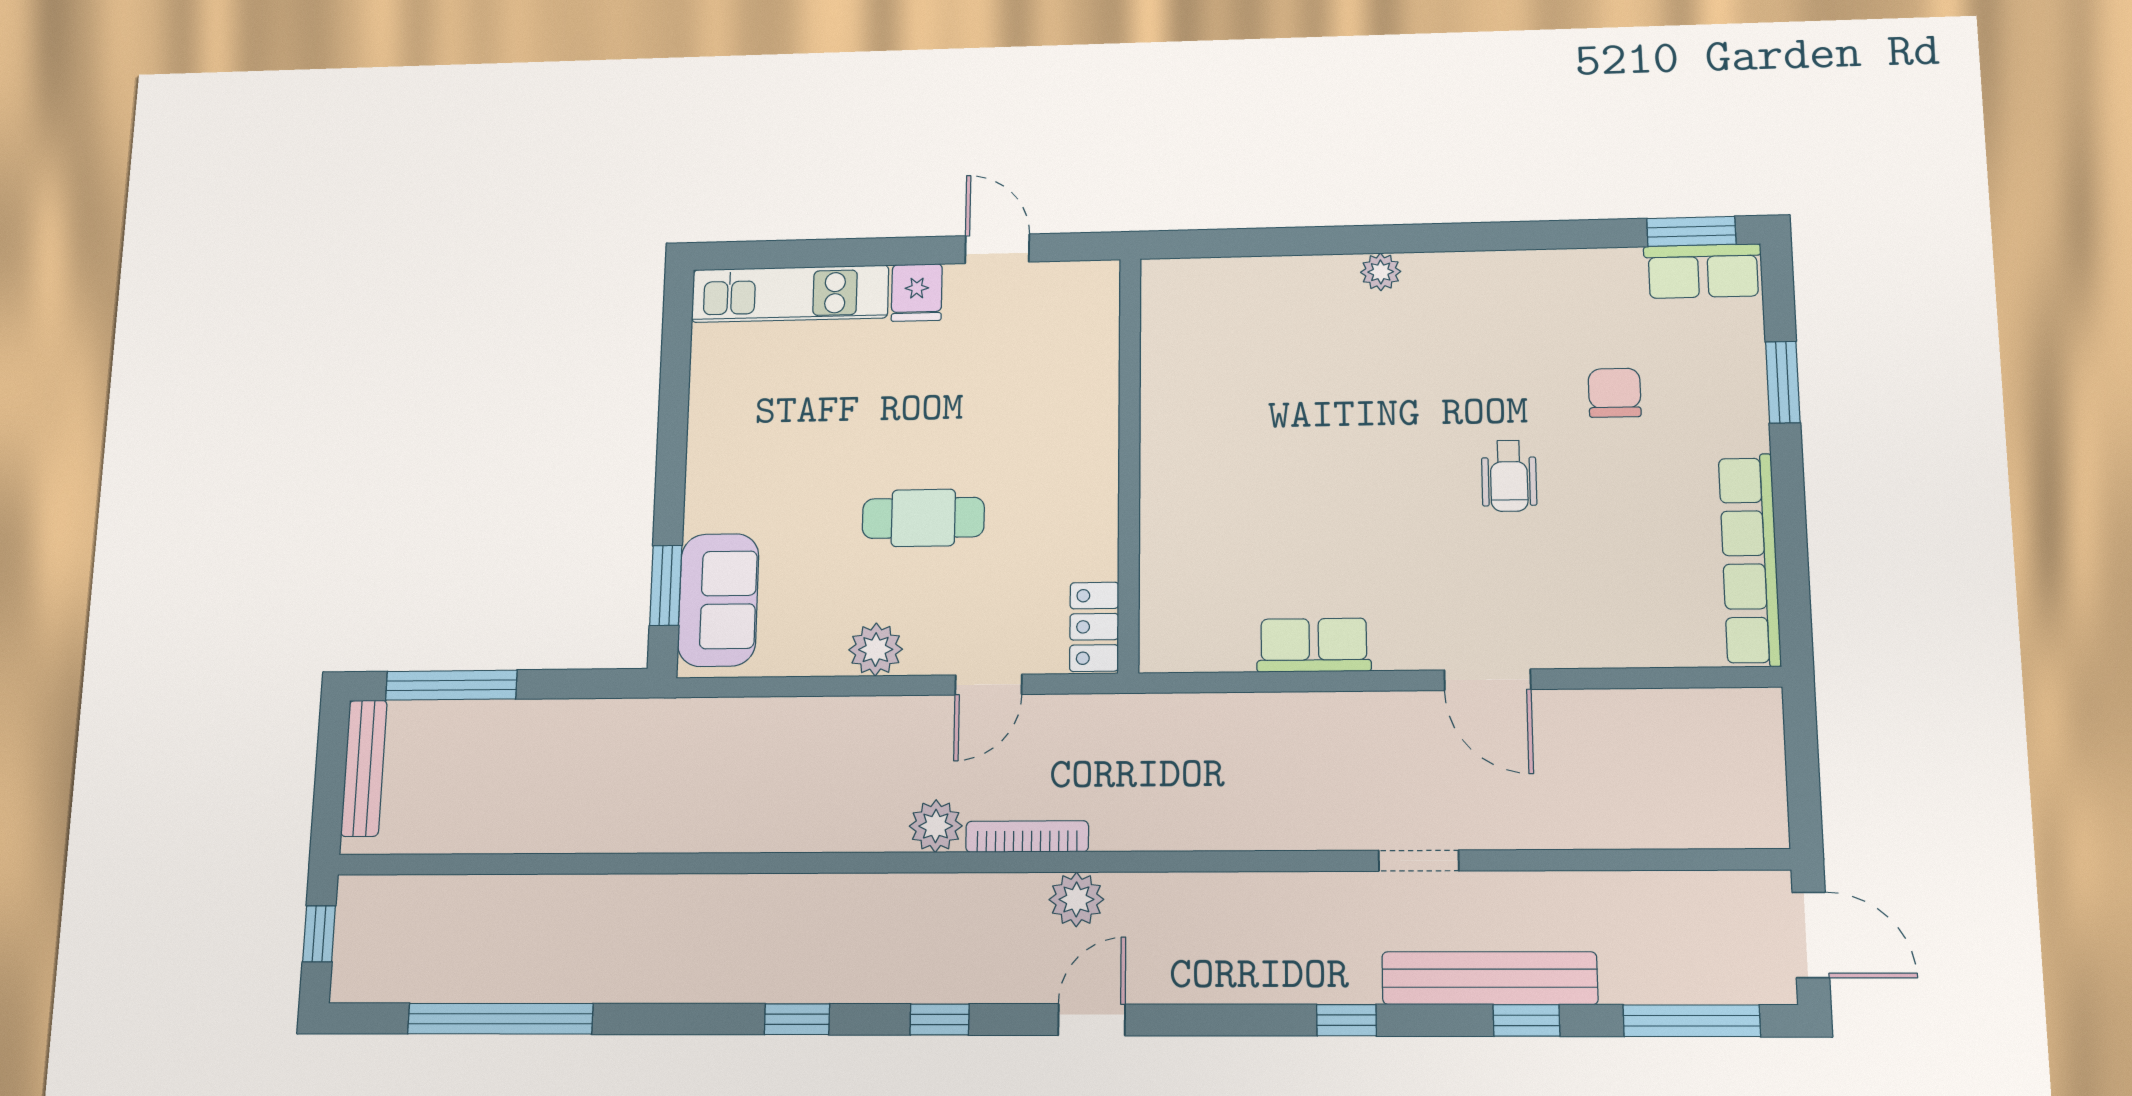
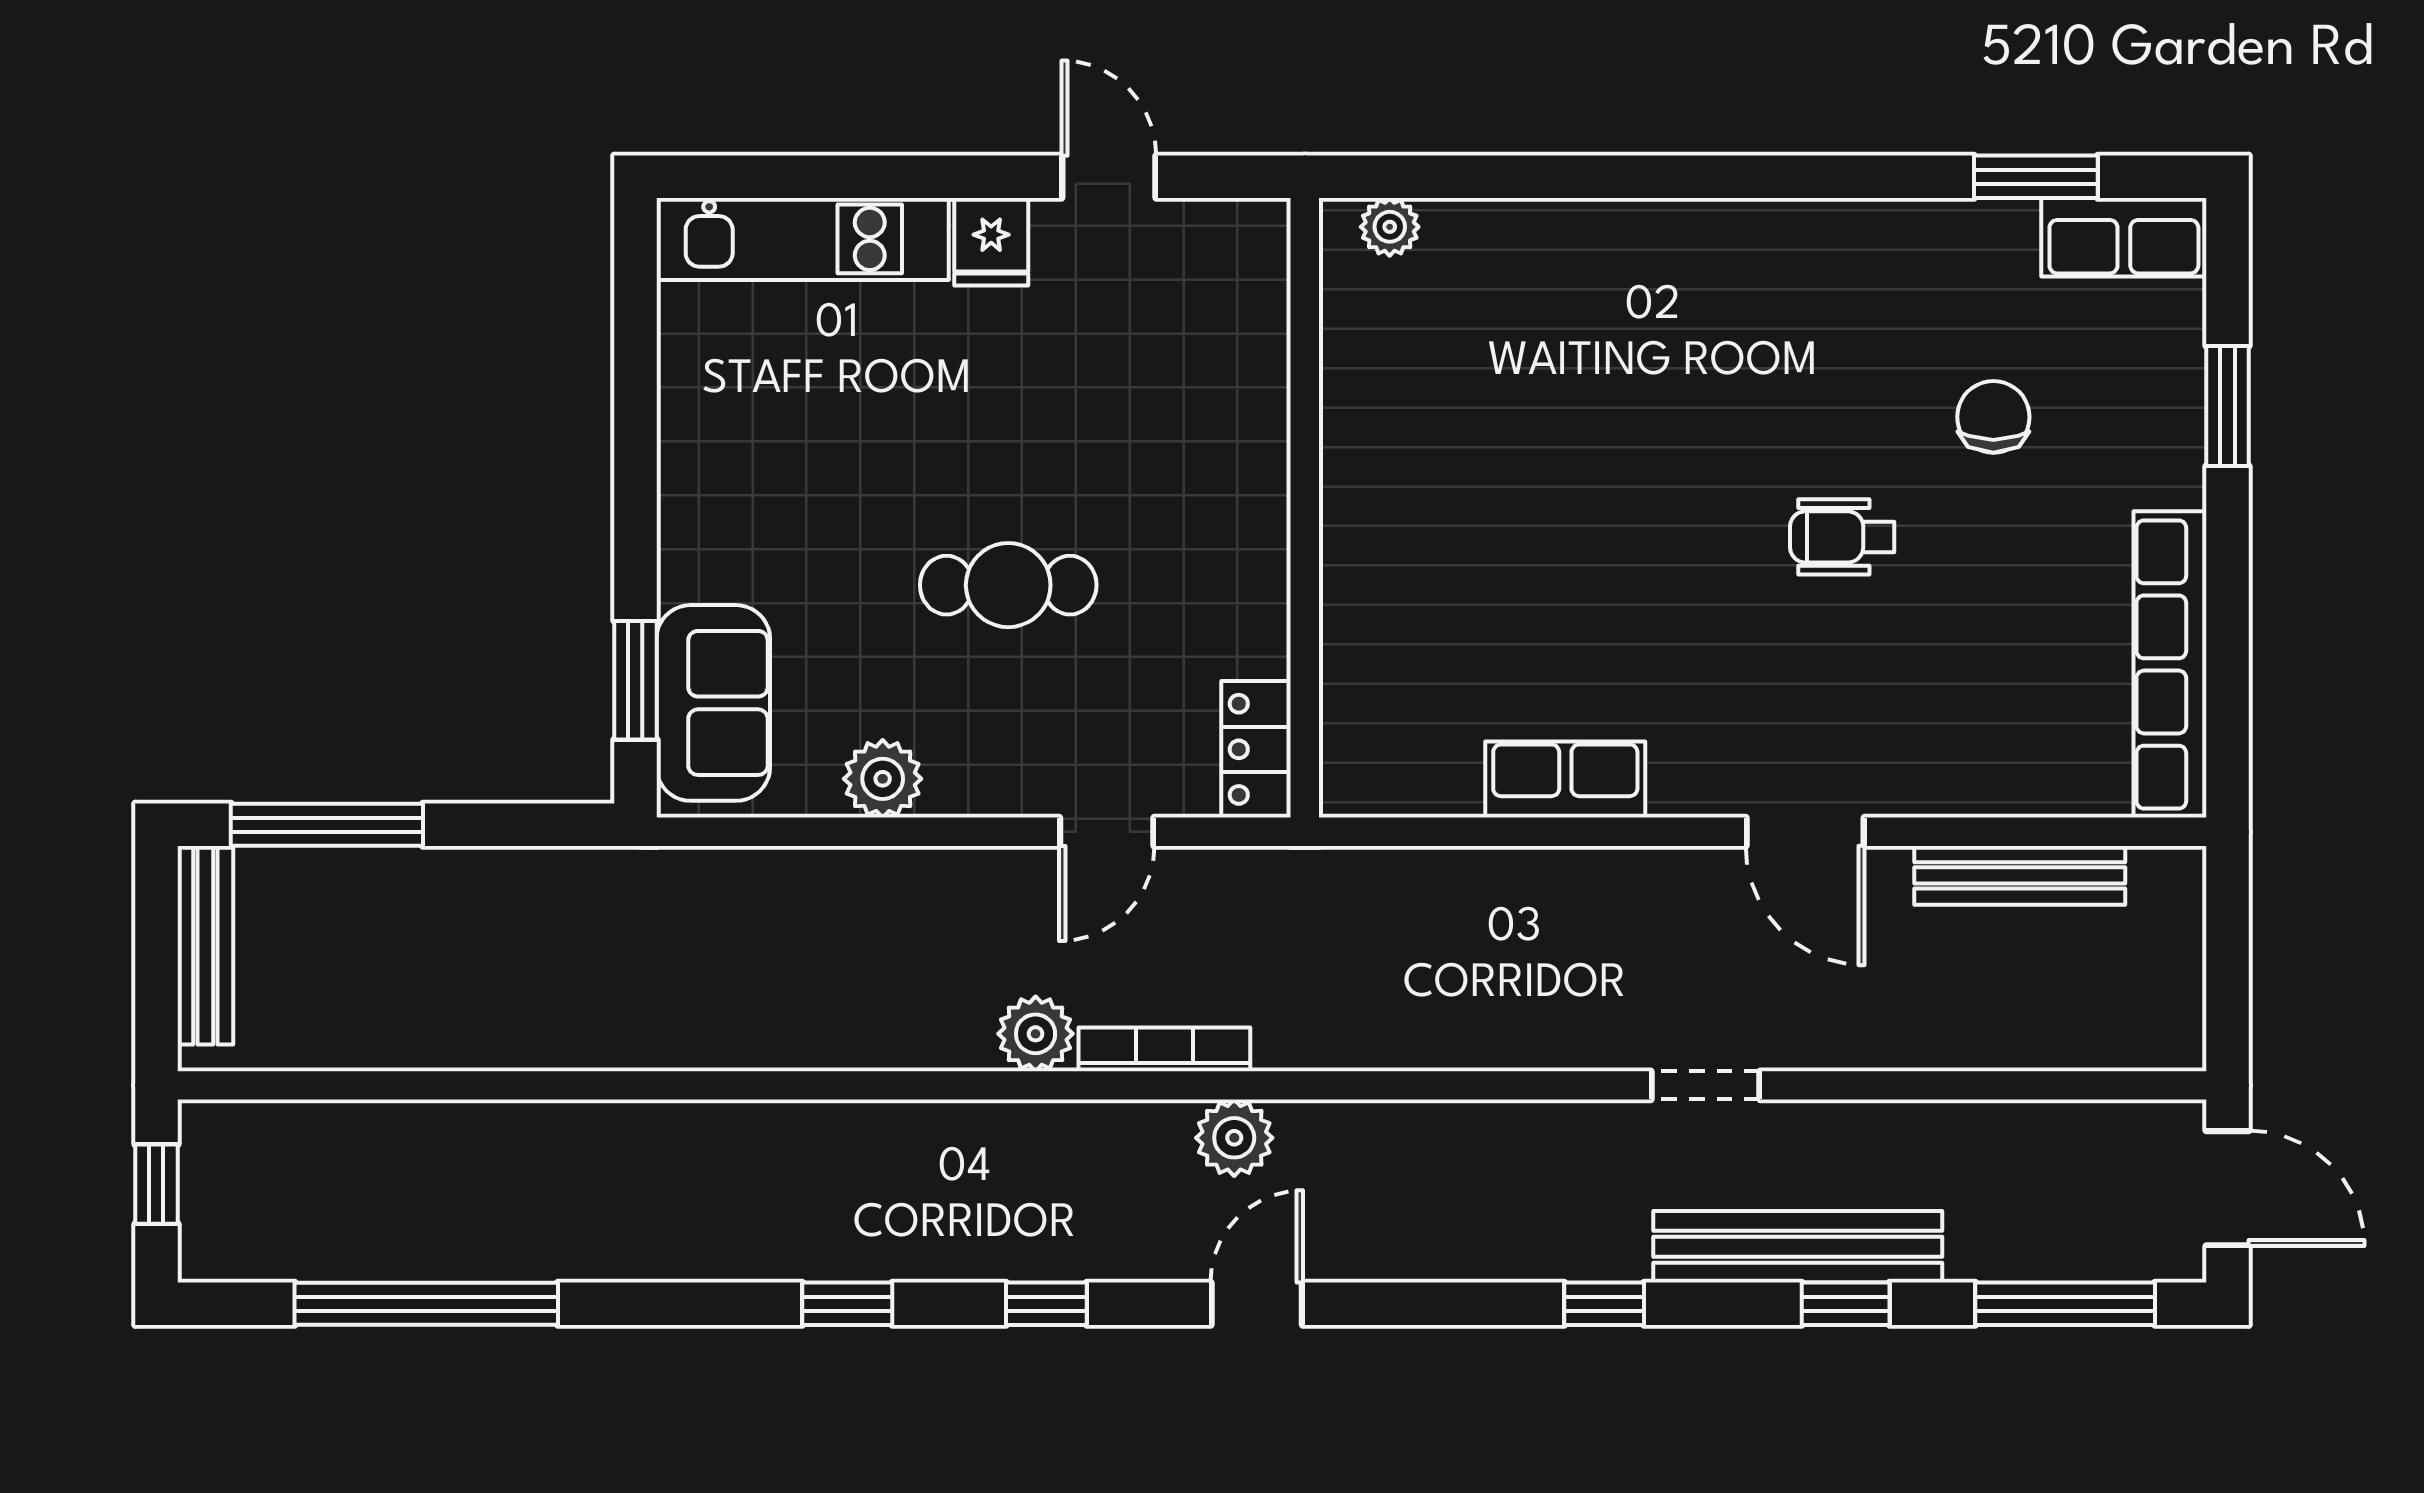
window: (1691, 231) -> (2036, 177), moved
plant: (1381, 272) -> (1390, 227), moved
wheelchair: (1509, 476) -> (1842, 537), turned 90
plant: (876, 649) -> (883, 779), moved
bench: (1646, 709) -> (2020, 875), added

